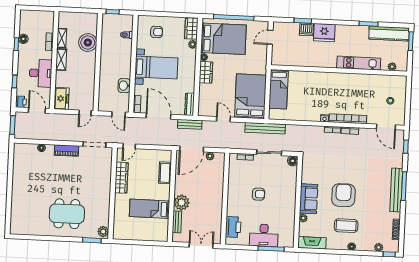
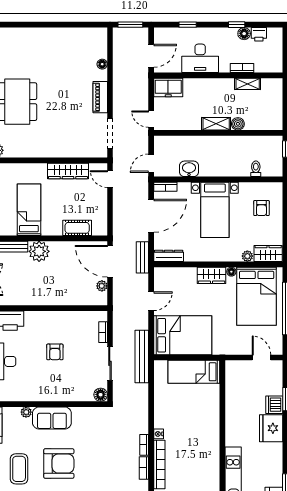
boiler: (88, 43) -> (238, 124), width x0.54, depth x0.54
shelving: (61, 60) -> (216, 124), moved
printer: (21, 102) -> (259, 34), moved

